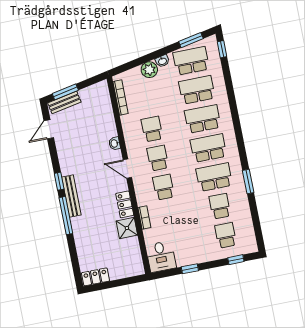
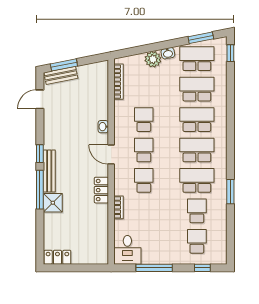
shower: (127, 228) -> (53, 203), moved
window: (190, 269) -> (154, 268), width x2.17

